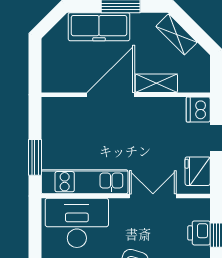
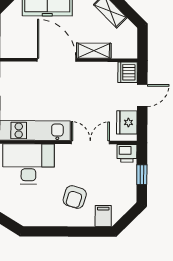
door: (111, 95) -> (57, 60), hinge flipped
printer: (199, 233) -> (127, 153), moved, turned -90

